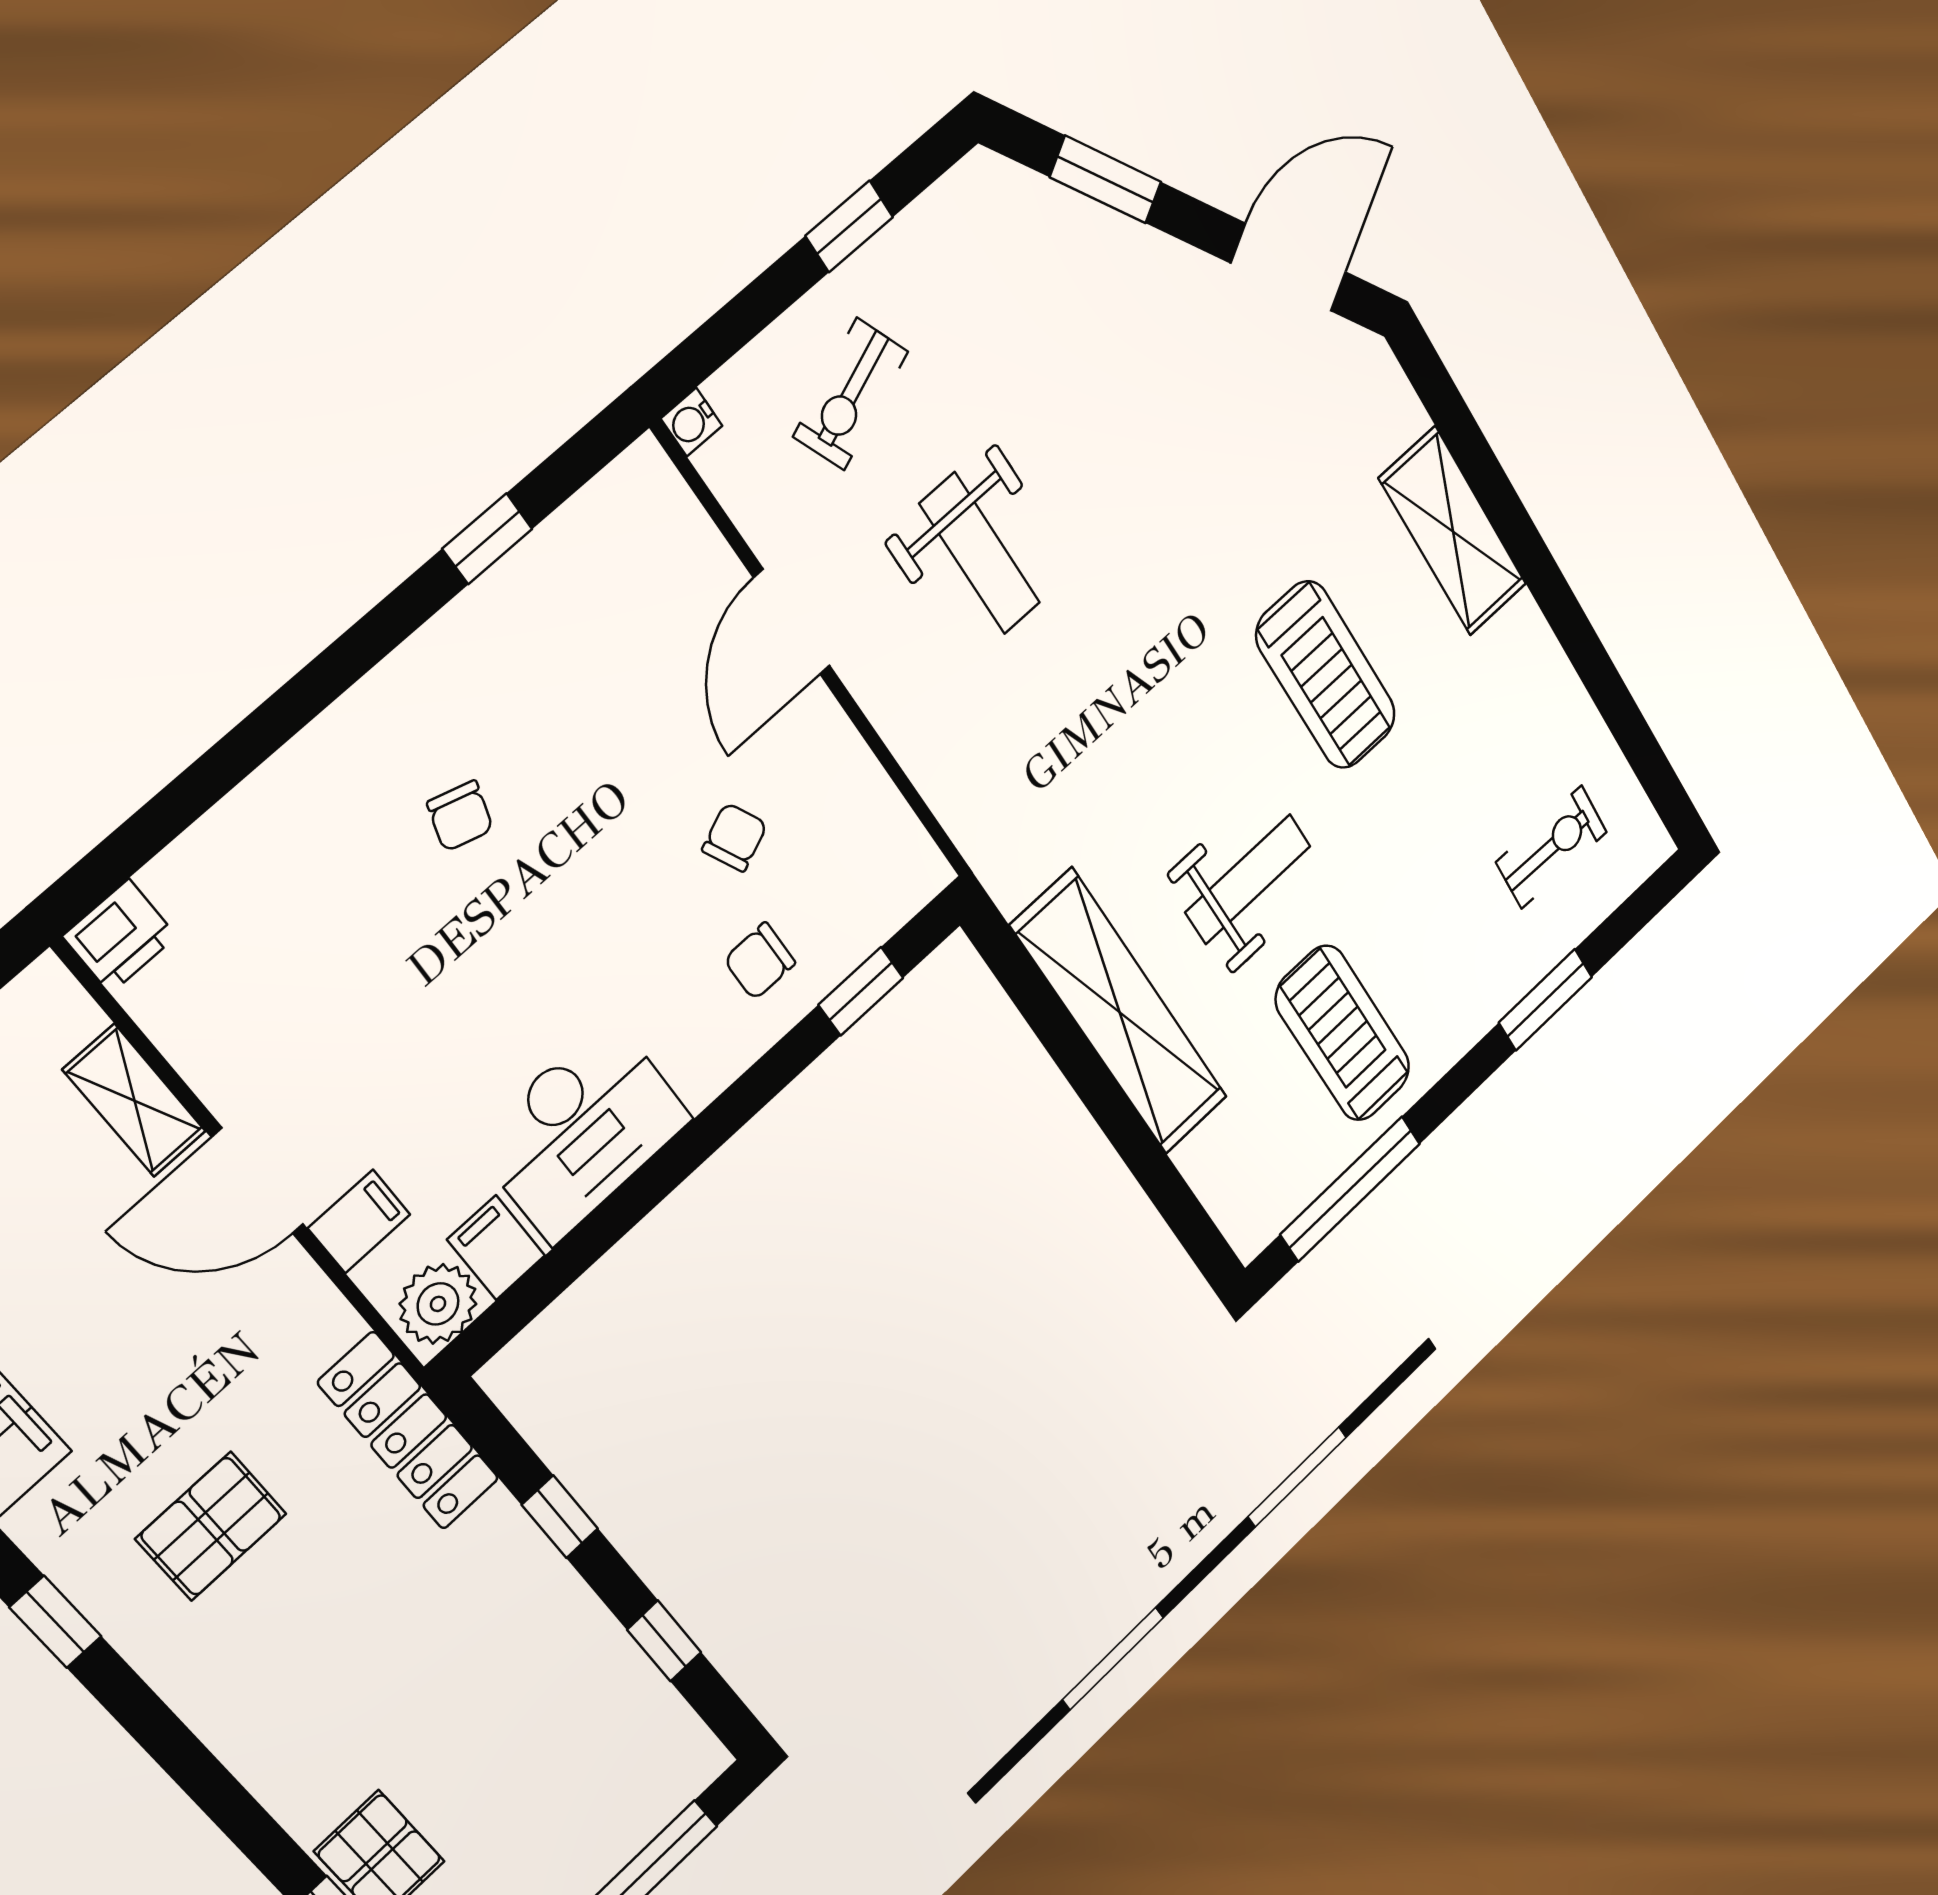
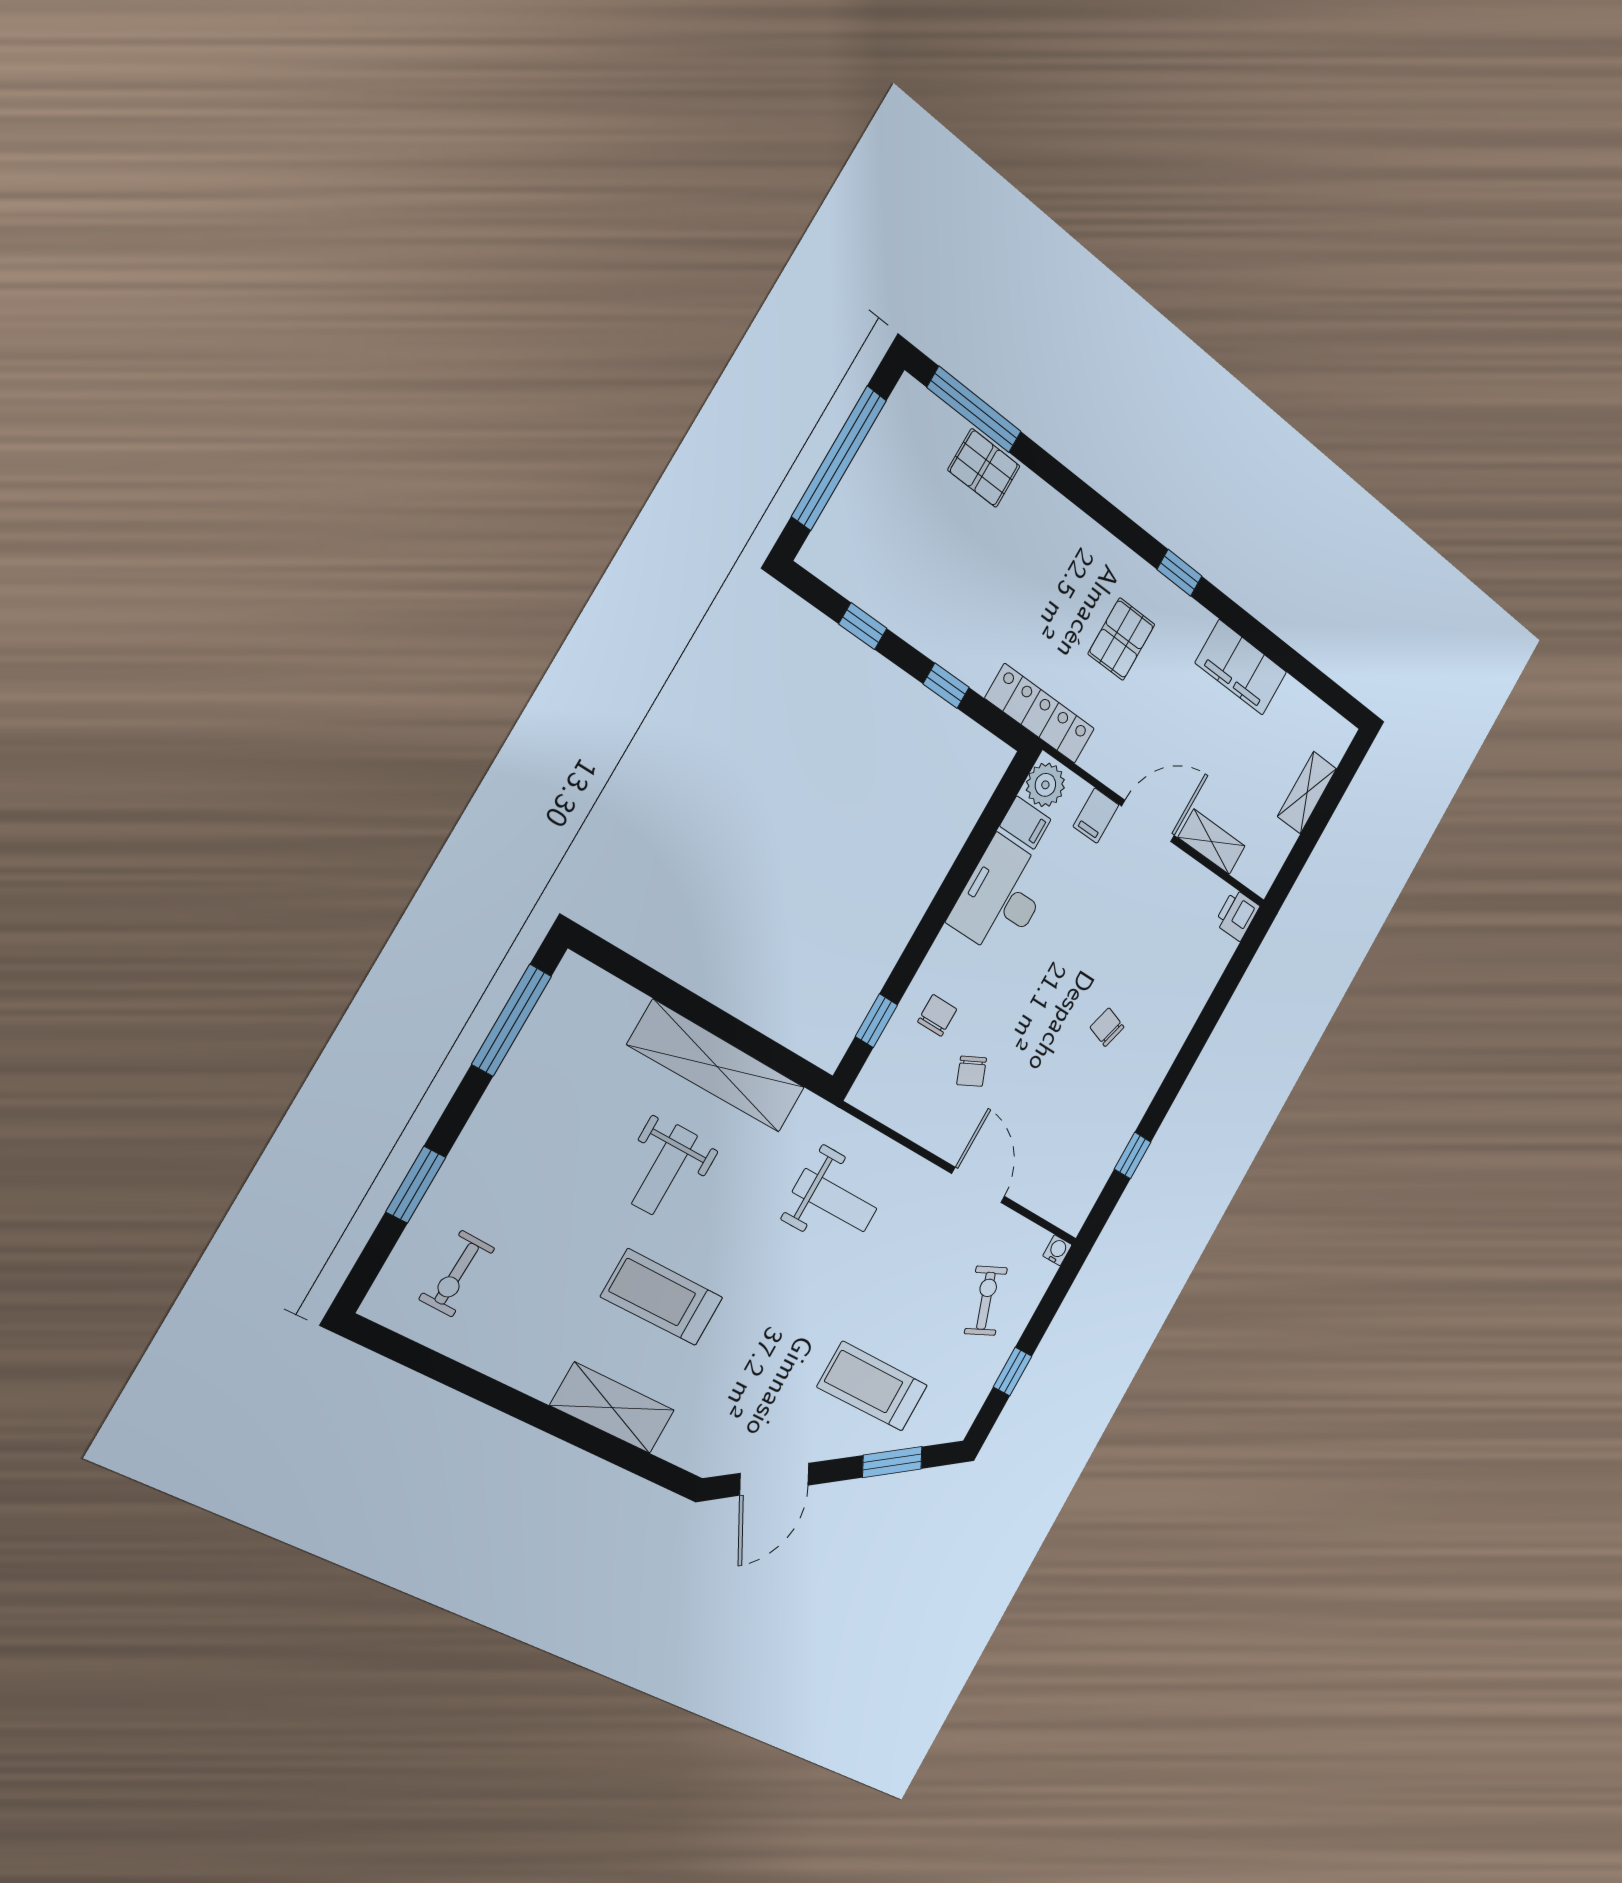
weight bench: (980, 553) -> (835, 1200), moved, turned 180
treadmill: (1343, 1033) -> (872, 1386), moved, turned 180

